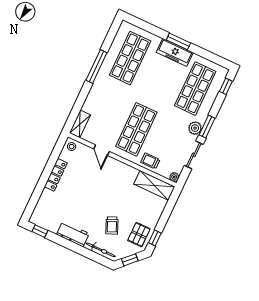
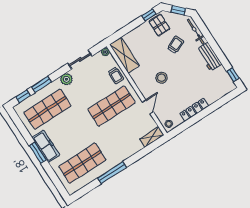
window: (207, 127) -> (42, 84), moved
stool: (106, 186) -> (161, 78), added
pallet: (139, 235) -> (159, 25), turned 90

